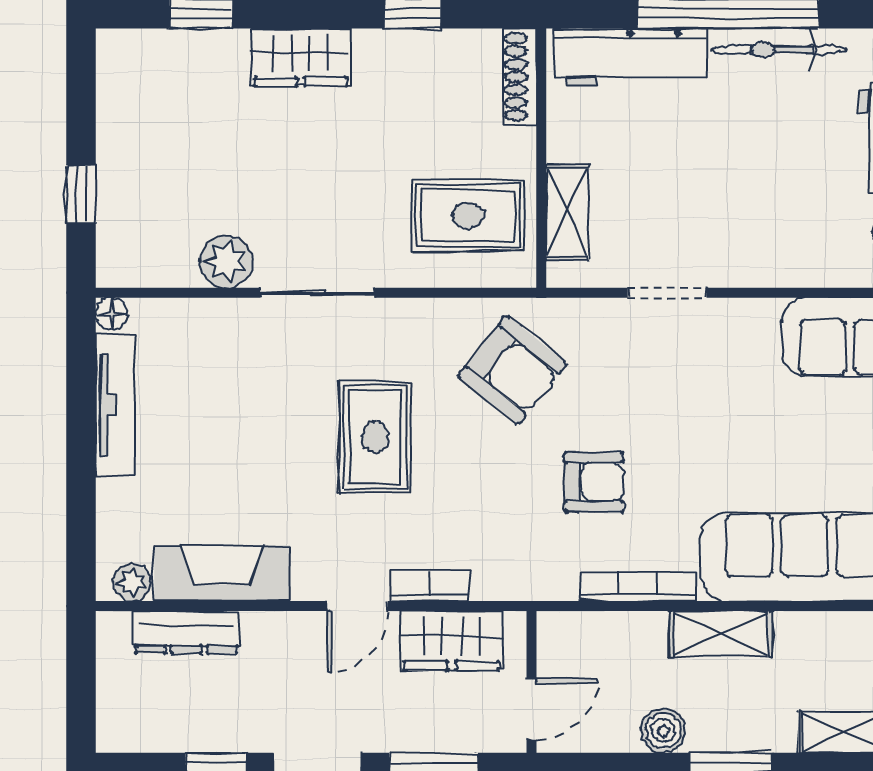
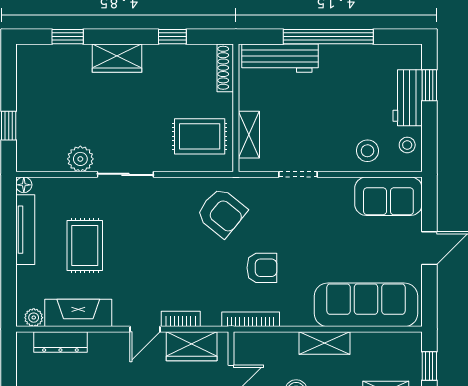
bicycle: (779, 50) -> (353, 54), removed
stool: (808, 245) -> (367, 151), added
rug: (375, 437) -> (85, 246), moved
bookcase: (638, 586) -> (251, 319), moved

